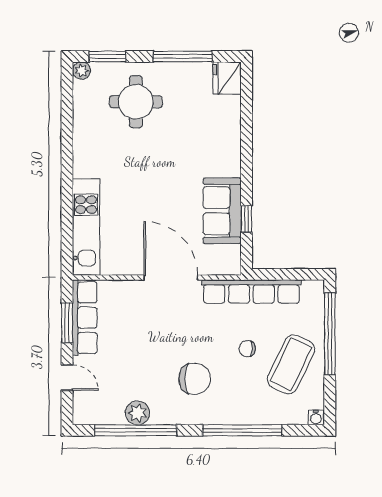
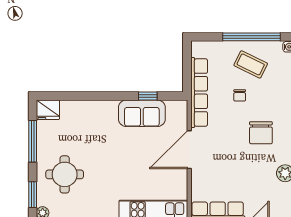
window: (330, 334) -> (251, 37), moved
coffee table: (291, 364) -> (251, 64), width x0.73, depth x0.76
chair: (195, 379) -> (261, 133), turned 180

